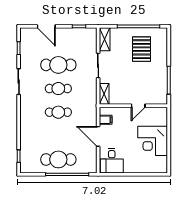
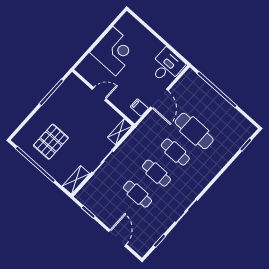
cafe table: (58, 65) -> (138, 194), width x0.73, depth x0.74
cafe table: (58, 159) -> (194, 131), moved

